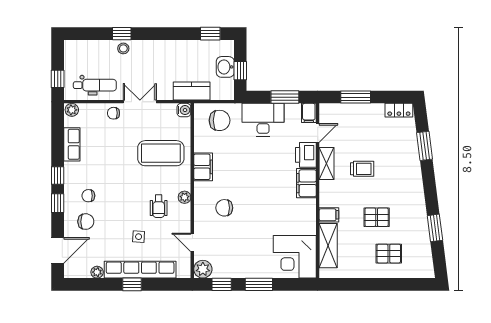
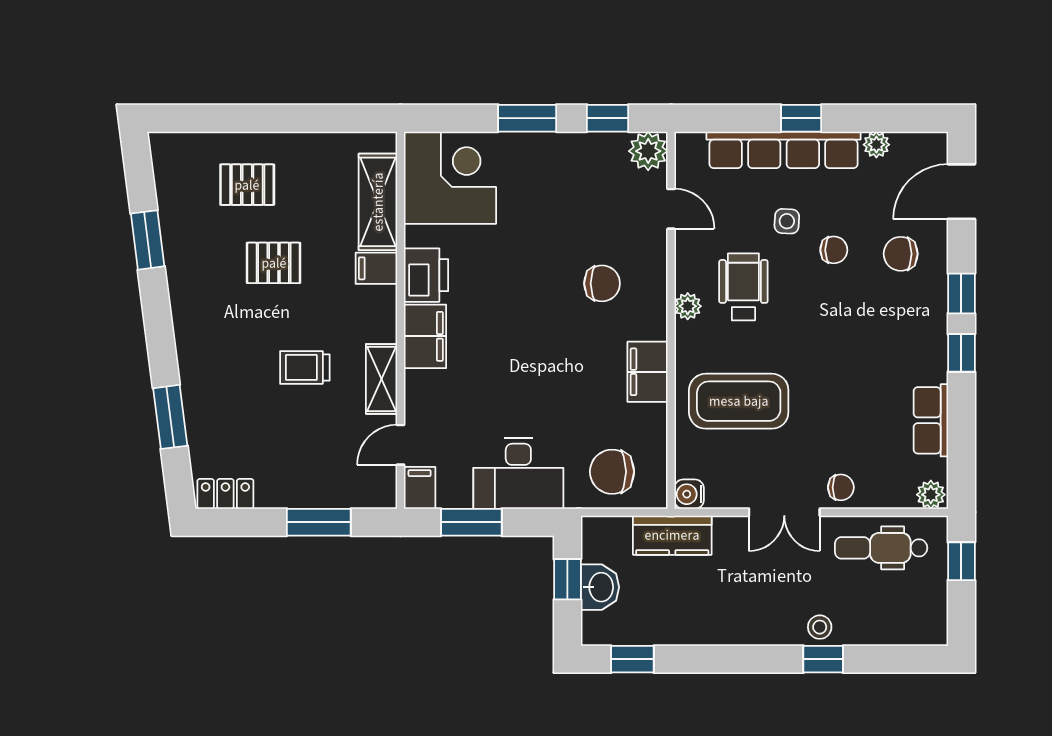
printer: (306, 155) -> (426, 275), moved
chair: (88, 196) -> (834, 250), moved
wheelchair: (159, 206) -> (743, 287), width x1.36, depth x1.37

